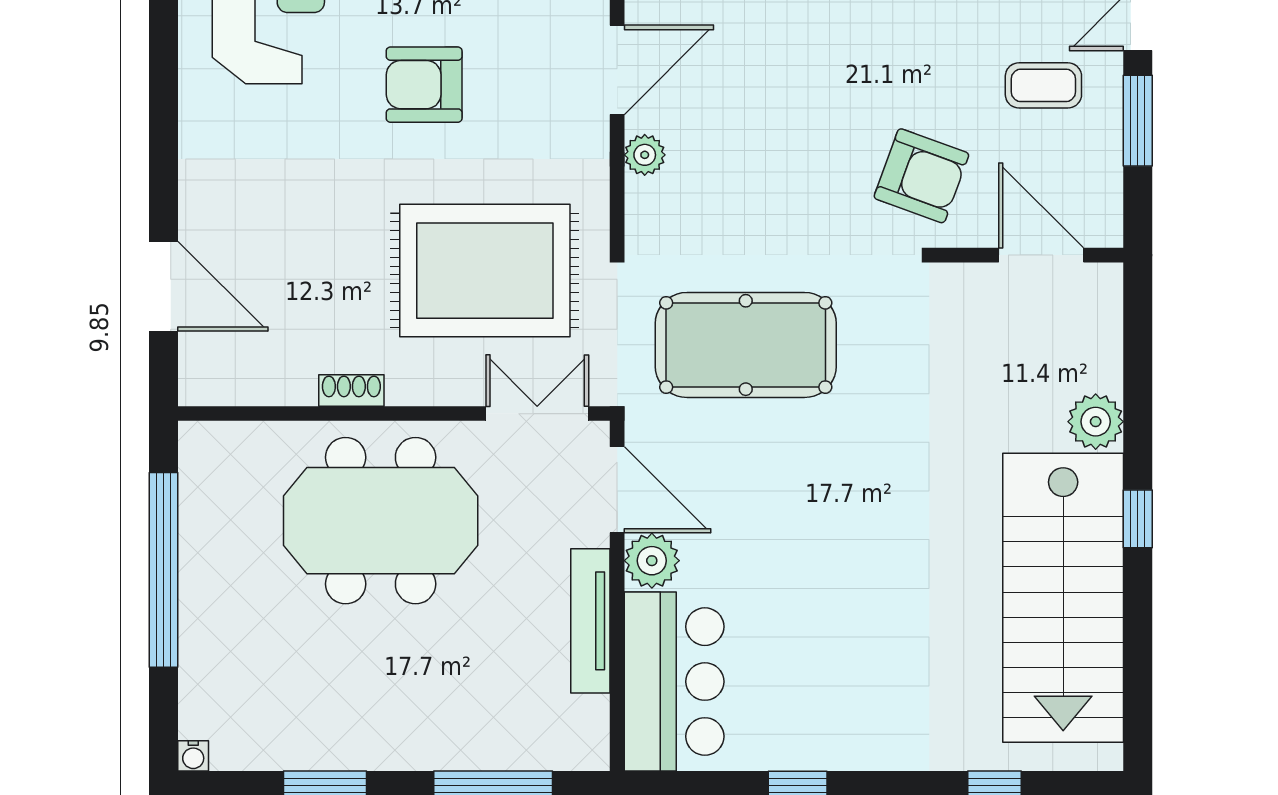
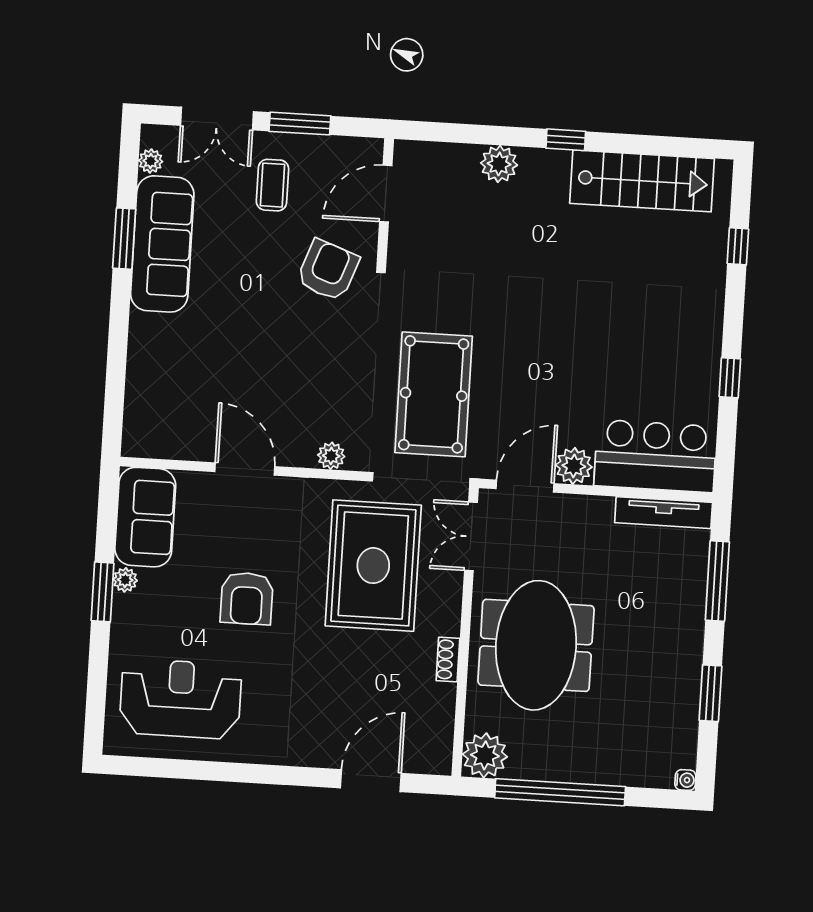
plant: (645, 155) -> (331, 456), moved
plant: (212, 454) -> (485, 755), added
stairs: (1063, 598) -> (642, 181), width x0.73, depth x0.66
tv unit: (590, 621) -> (664, 513), moved

